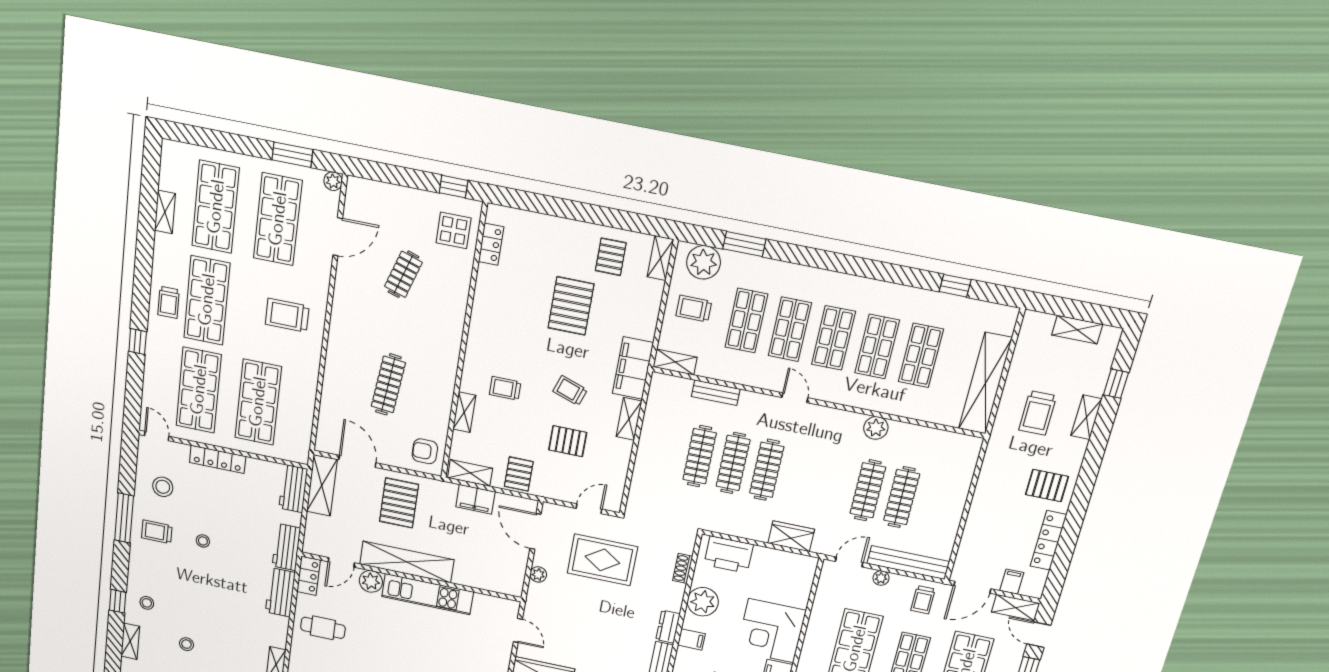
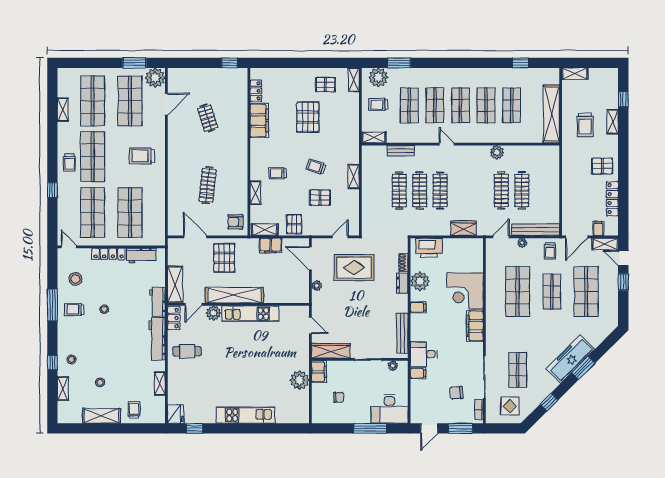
plant: (333, 181) -> (155, 78), width x1.87, depth x1.87
display table: (454, 230) -> (233, 87), removed
pallet: (611, 257) -> (325, 85), turned 90
clothes rail: (403, 274) -> (208, 118), turned -36
shelving: (1077, 330) -> (575, 74), moved
filing cabinet: (633, 368) -> (259, 121), moved, turned 180
shelving: (322, 485) -> (175, 284), moved
workbench: (293, 489) -> (141, 256), moved, turned -90
workbench: (280, 592) -> (157, 339), width x1.38
dresser: (668, 627) -> (402, 283), moved

